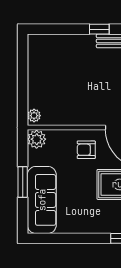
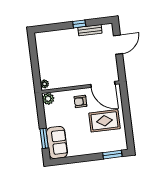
window: (23, 182) -> (44, 138), moved
sofa: (42, 200) -> (57, 143), width x0.73

